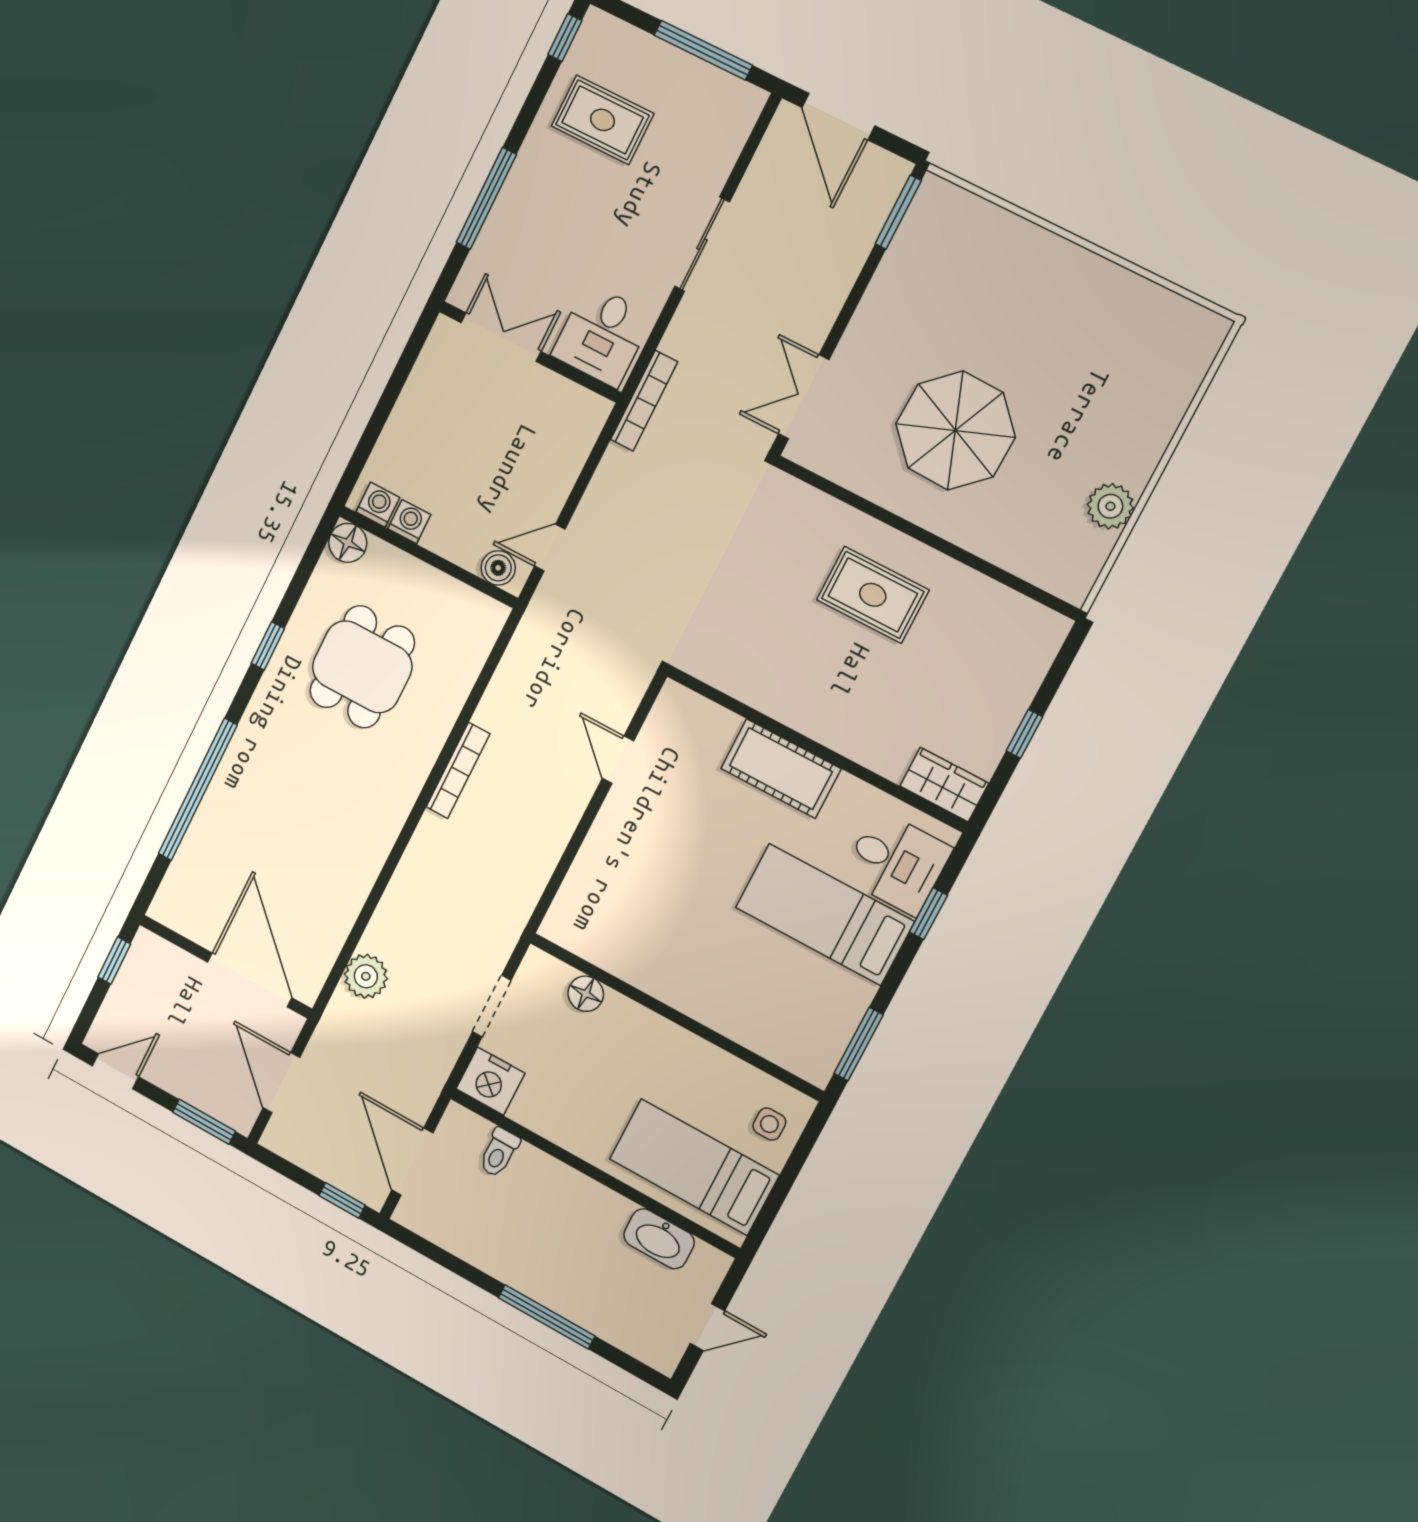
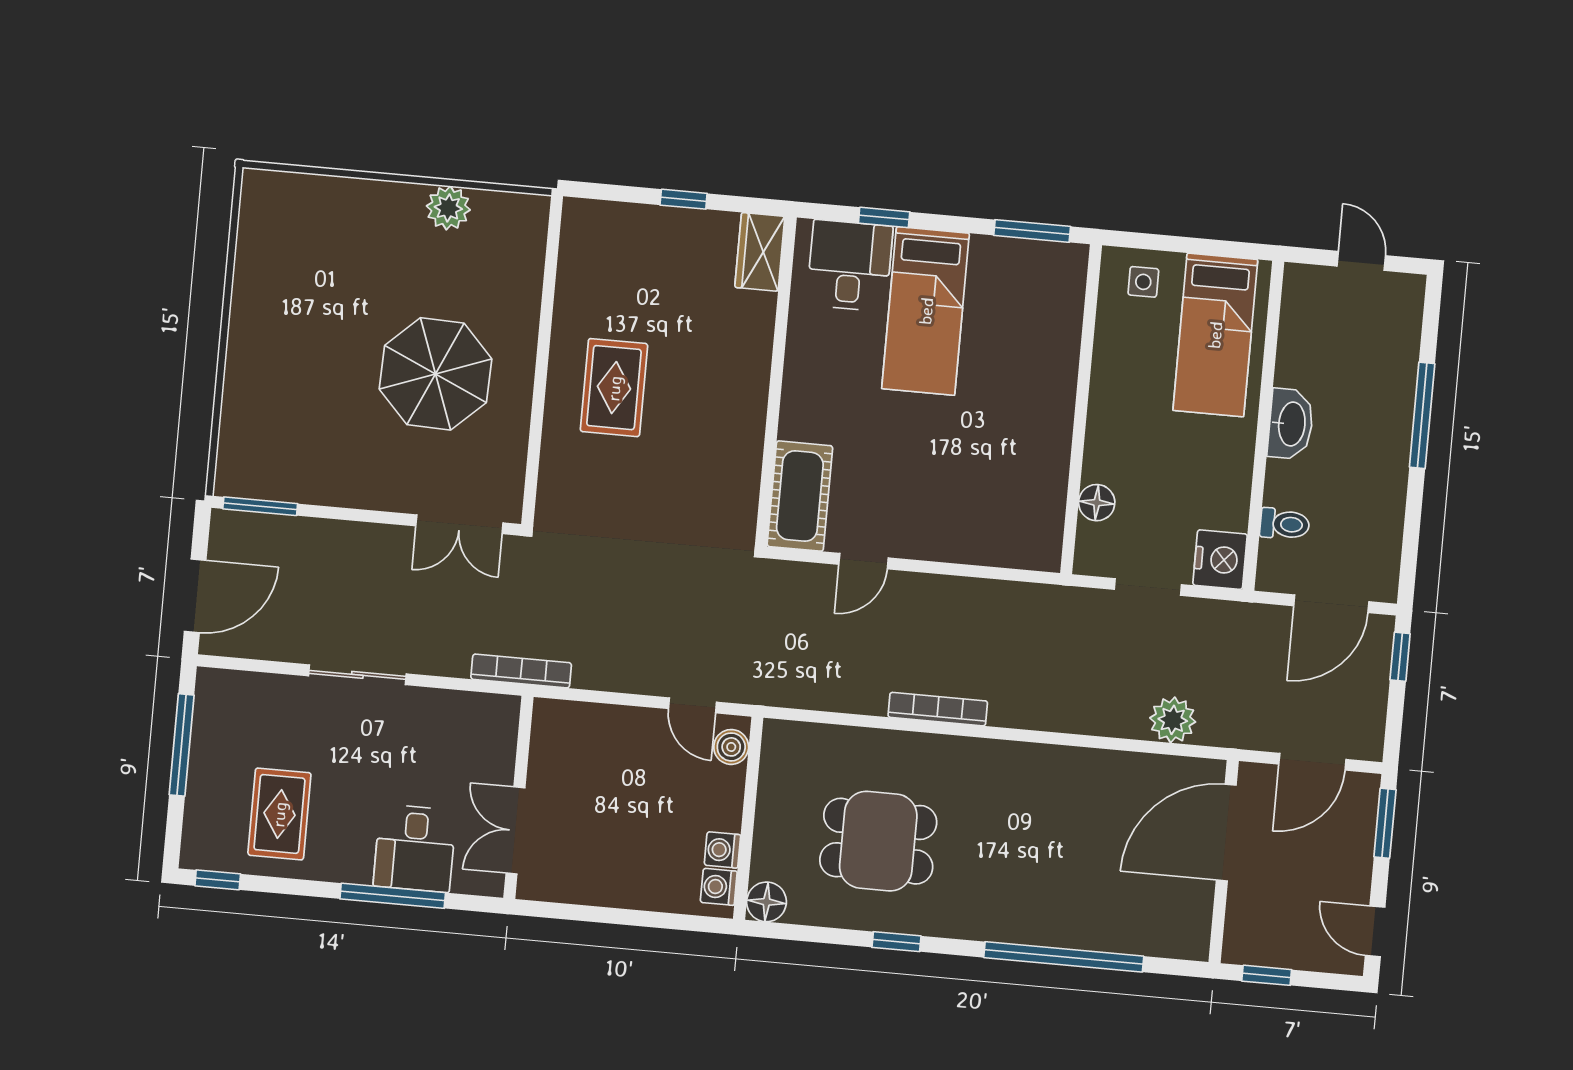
desk: (602, 335) -> (415, 848), moved, turned 90
cot: (781, 769) -> (800, 496), moved
washbasin: (659, 1239) -> (1291, 424), moved

